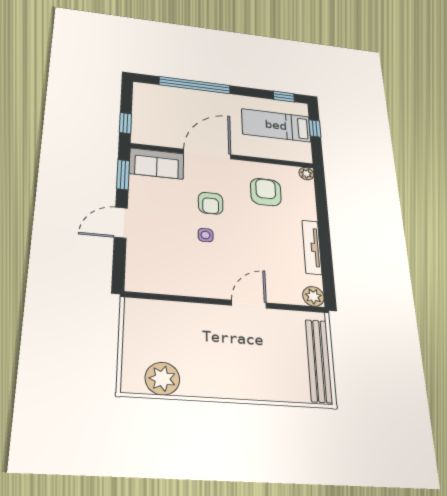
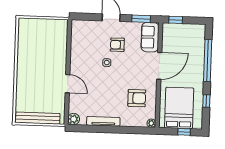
window: (284, 97) -> (206, 101), moved
bed: (276, 125) -> (179, 108), width x1.50
door: (207, 154) -> (159, 66), hinge flipped
armchair: (211, 203) -> (117, 45), moved
plant: (162, 379) -> (26, 38), removed

